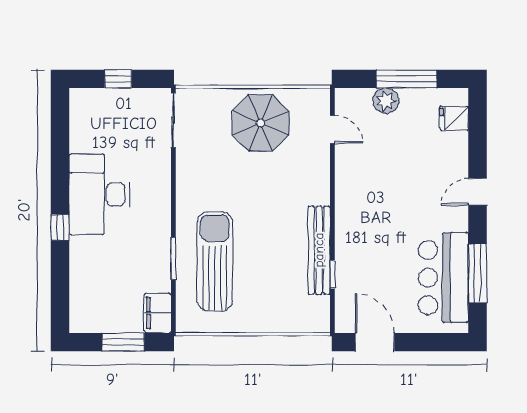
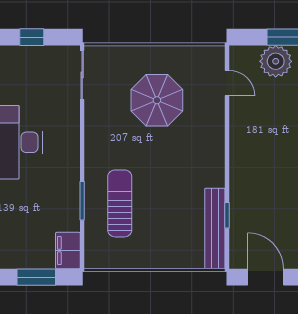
plant: (386, 101) -> (276, 61), width x1.36, depth x1.36
parasol: (261, 123) -> (157, 100), moved
bench: (319, 250) -> (215, 228), moved
sun lounger: (215, 261) -> (120, 203), width x0.73, depth x0.75

